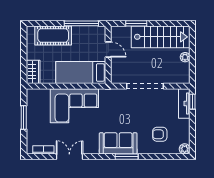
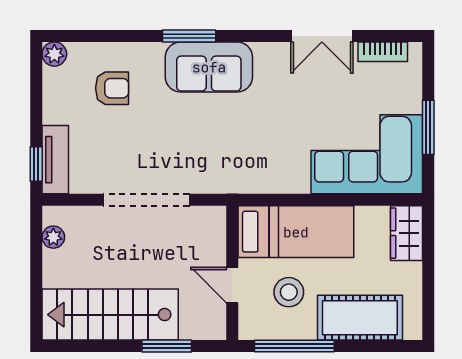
stool: (84, 46) -> (289, 292), added
plant: (185, 57) -> (53, 237), moved
corner sofa: (74, 106) -> (367, 154), moved

